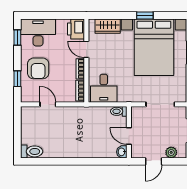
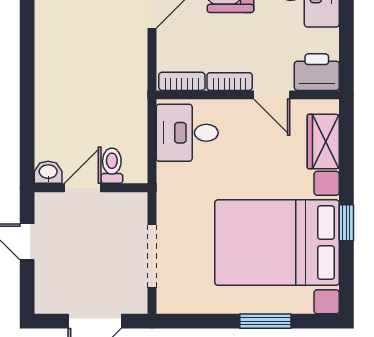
door: (86, 49) -> (272, 95), swing flipped
toilet: (119, 111) -> (112, 166), moved
plant: (171, 152) -> (47, 280), removed

